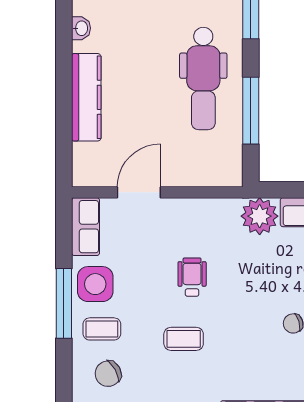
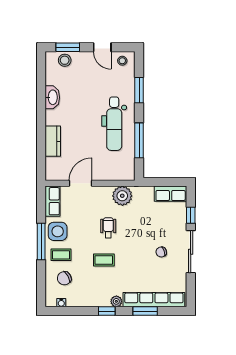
washbasin: (81, 28) -> (52, 97), width x1.91, depth x1.45
kitchen counter: (86, 97) -> (53, 141), width x0.67
plant: (260, 216) -> (122, 196), moved

